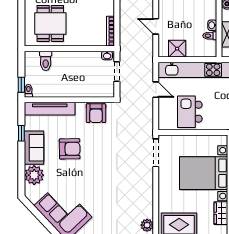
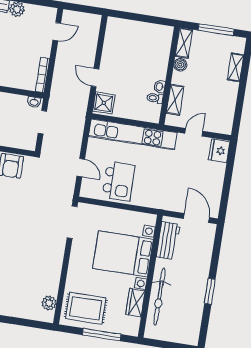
shower: (177, 49) -> (104, 103), moved
door: (156, 90) -> (81, 168), moved
kitchen island: (190, 112) -> (118, 181), turned 180

